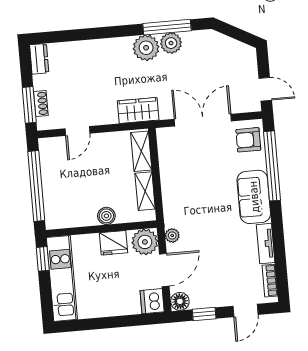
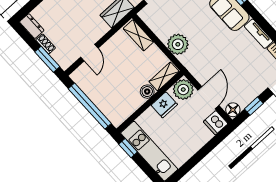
shoe rack: (41, 104) -> (46, 44), moved
shelving: (145, 191) -> (164, 76), moved, turned 90
plant: (172, 235) -> (178, 44), moved, width x1.87, depth x1.87

